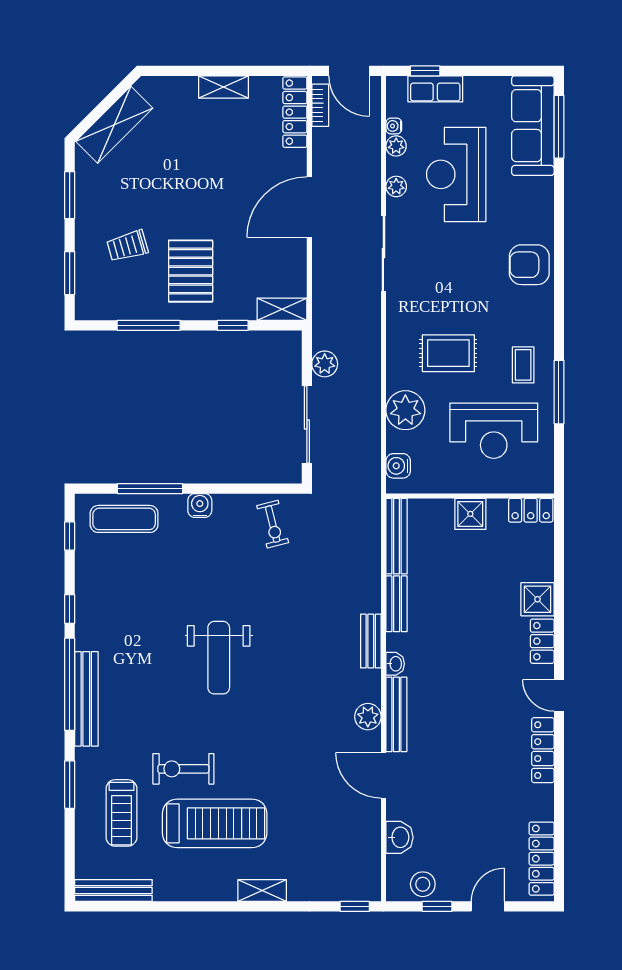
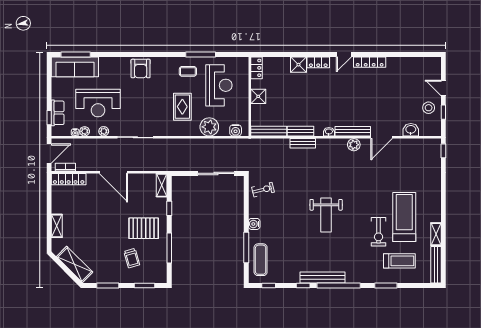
shelving: (224, 87) -> (57, 226), moved
plant: (325, 364) -> (187, 165), removed
bench: (371, 641) -> (303, 143), moved
weight bench: (219, 658) -> (326, 215), turned 90
bench: (86, 699) -> (323, 278), moved
locker: (542, 859) -> (421, 63), removed
stool: (423, 884) -> (429, 108), moved
shelving: (262, 890) -> (436, 234), moved

